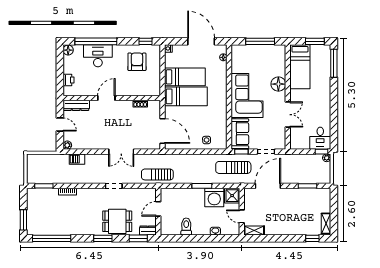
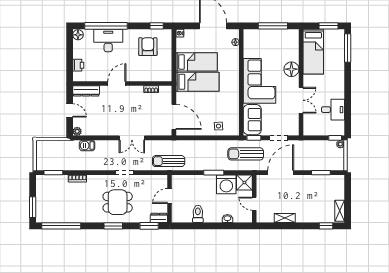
desk: (320, 138) -> (333, 110), moved, turned -90
dining table: (117, 221) -> (118, 202), moved
shelving: (254, 231) -> (285, 218), moved

